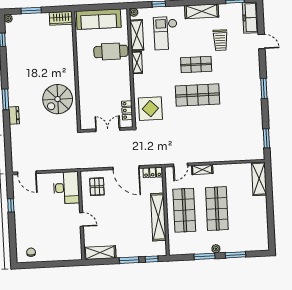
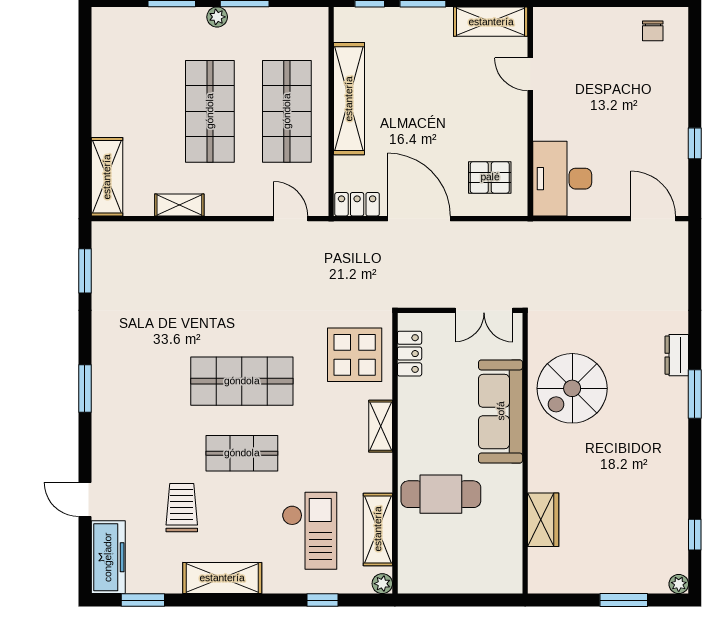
wardrobe: (61, 18) -> (543, 520), moved, turned 90
sofa: (99, 19) -> (501, 411), moved, turned -90
shelving: (137, 63) -> (381, 426), moved
spiral stairs: (58, 99) -> (572, 388), turned 180
double door: (108, 130) -> (484, 310), moved
door: (180, 165) -> (291, 219), hinge flipped
shelving: (202, 170) -> (179, 205), moved
pallet: (97, 187) -> (490, 177), turned 90
door: (81, 220) -> (530, 74), moved

